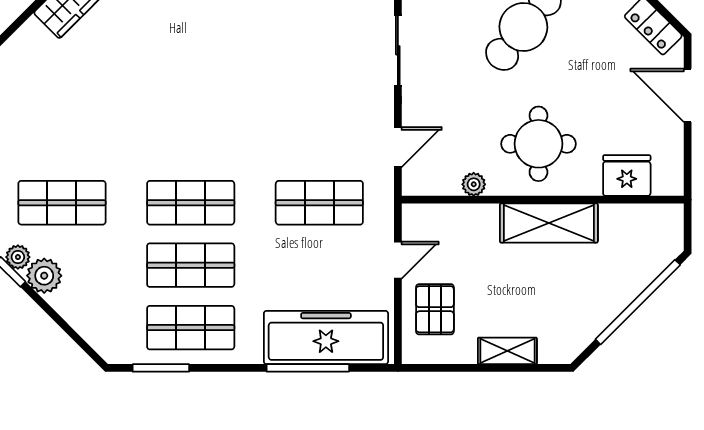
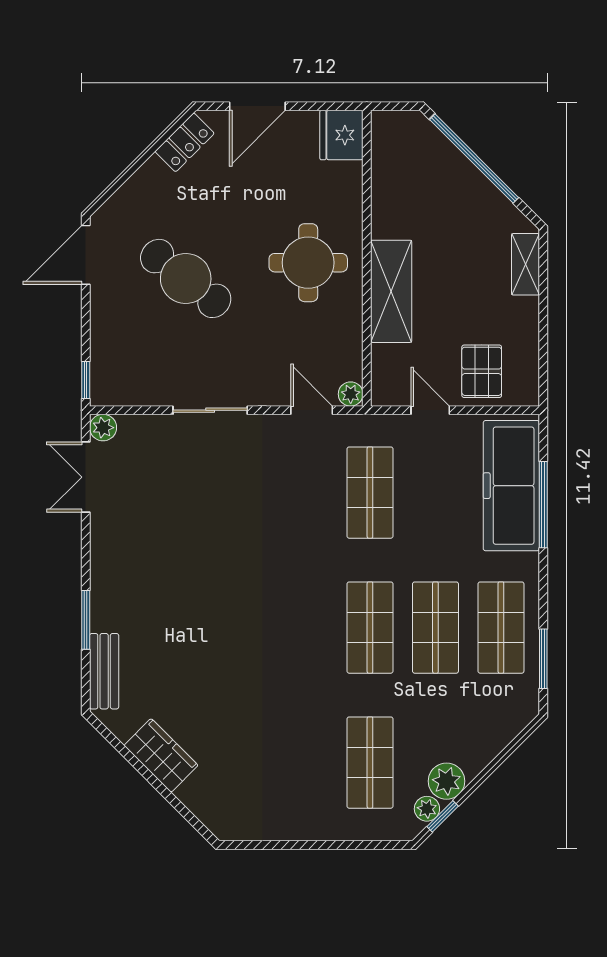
fridge: (627, 175) -> (341, 135), moved
plant: (474, 184) -> (351, 394), moved
shelving: (549, 223) -> (391, 291), moved
pallet: (435, 309) -> (482, 371), turned 90
shelving: (507, 351) -> (525, 264), moved

